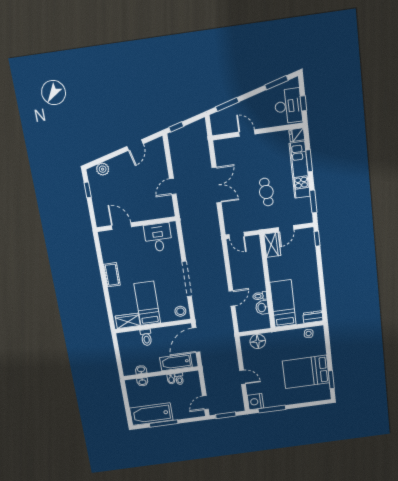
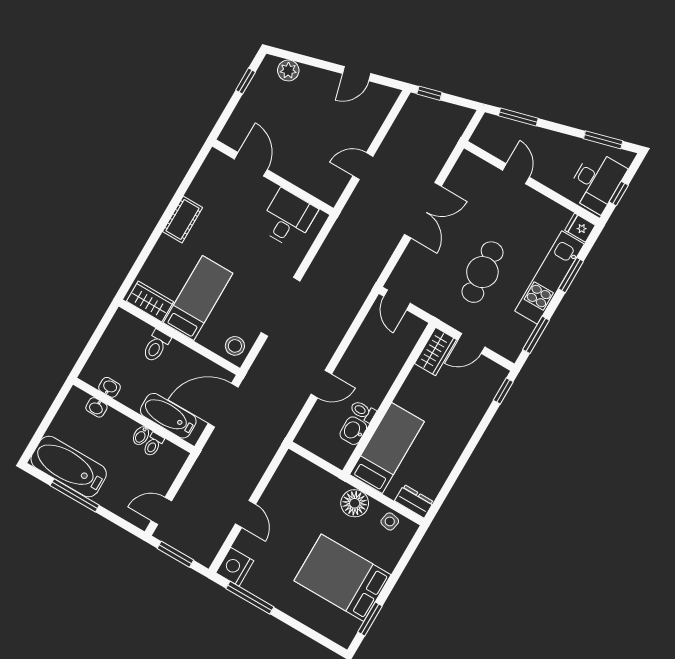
cafe table: (266, 192) -> (482, 272), width x1.37, depth x1.35
floor lamp: (258, 341) -> (355, 503), moved

